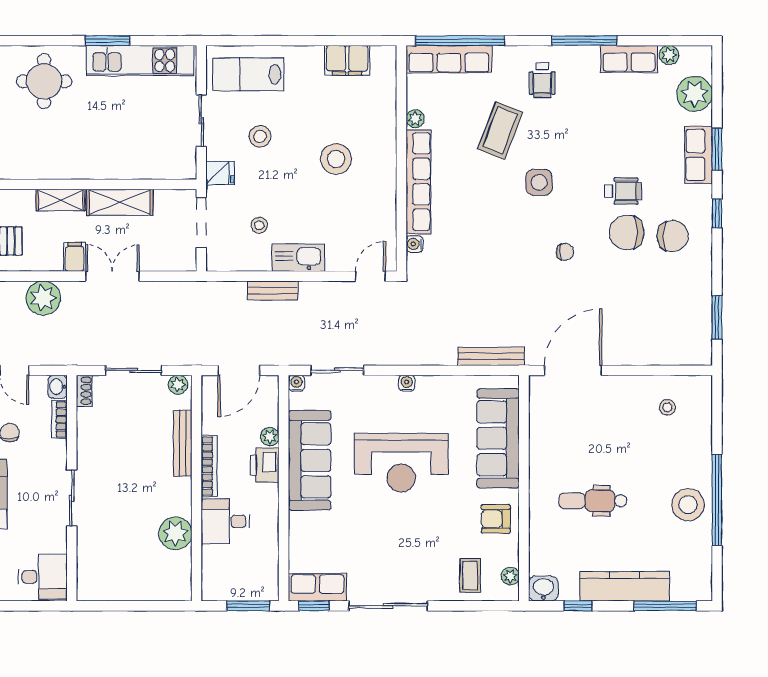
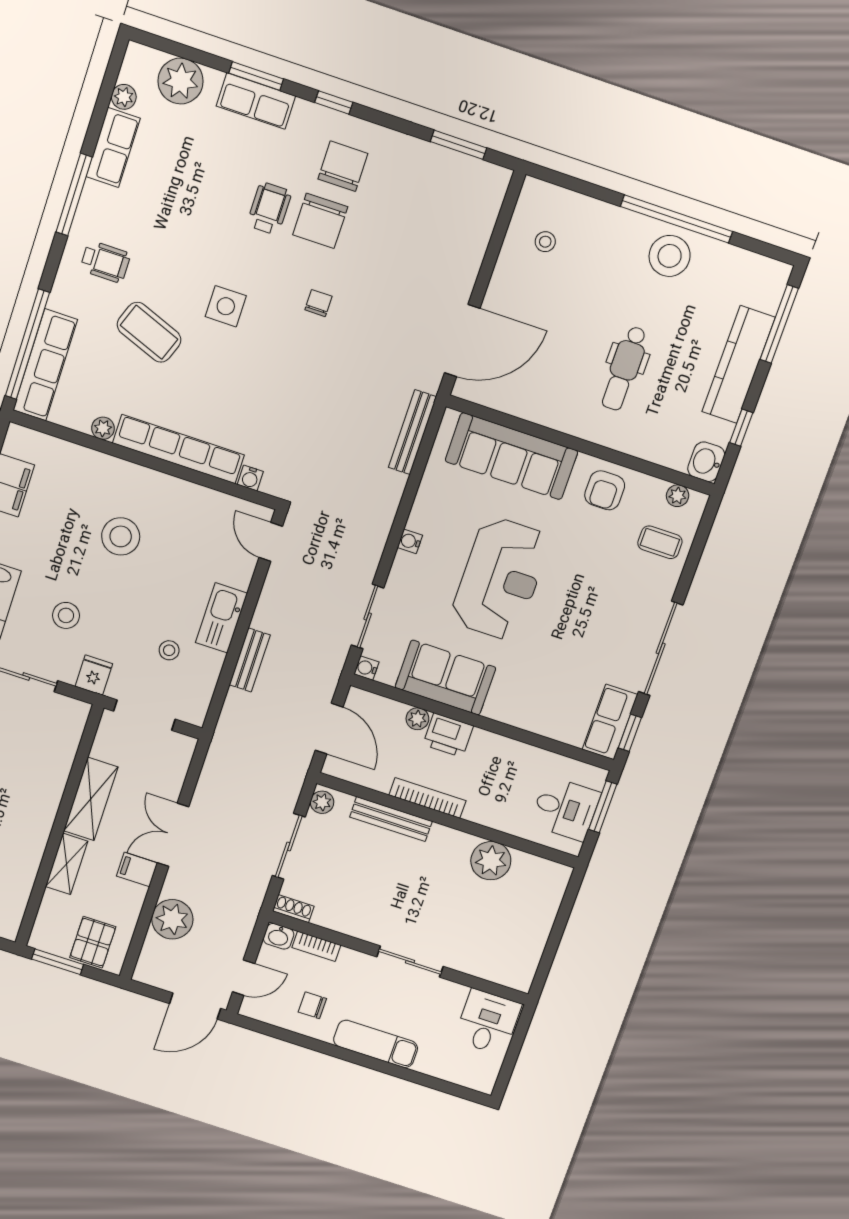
door: (573, 370) -> (462, 341), swing flipped
sofa: (310, 460) -> (445, 677), width x0.73
desk: (225, 521) -> (565, 809), moved, turned -90

